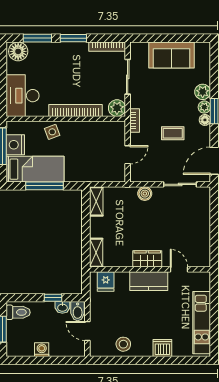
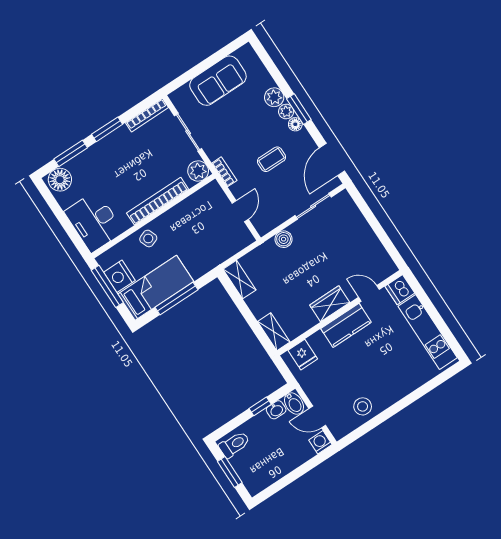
dishwasher: (162, 348) -> (400, 290), moved, turned -90
washing machine: (42, 350) -> (320, 442), moved

